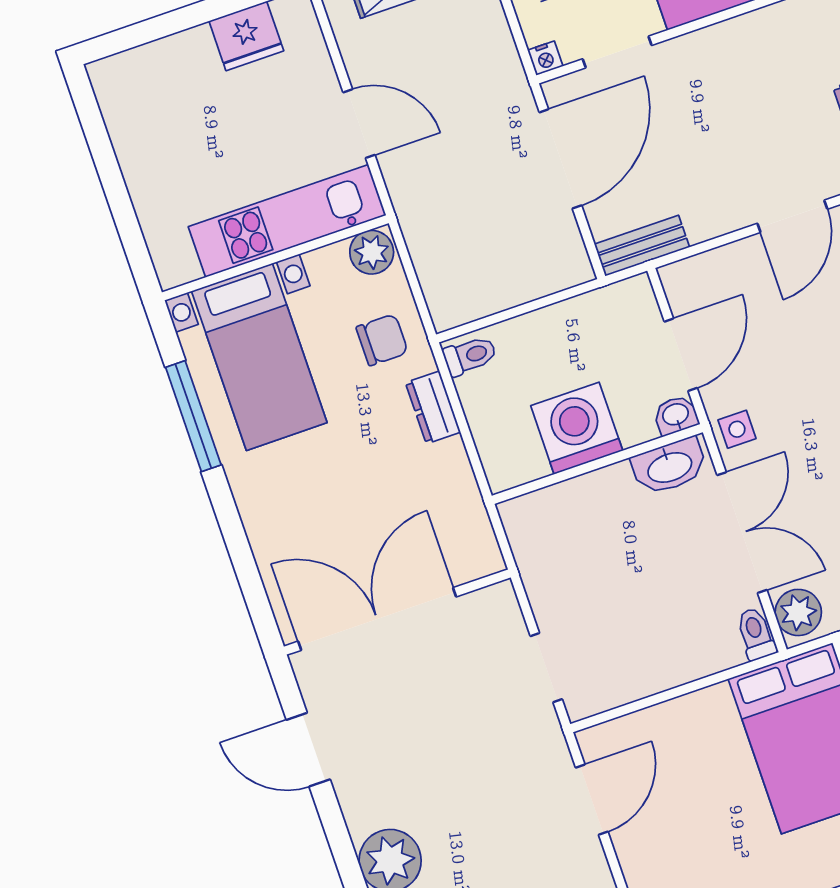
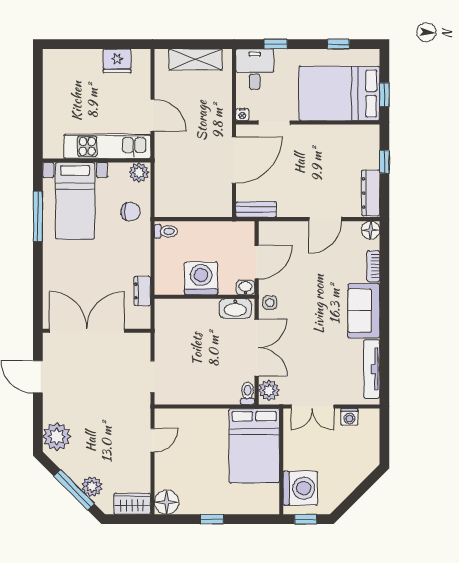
dresser: (433, 407) -> (142, 291), moved
door: (592, 800) -> (152, 440), width x0.73

